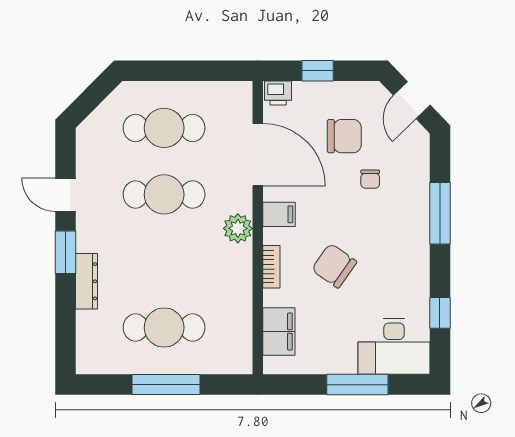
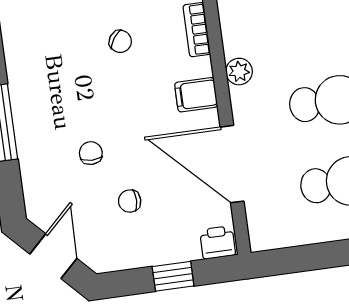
chair: (344, 136) -> (130, 201), width x0.54, depth x0.54
plant: (238, 228) -> (239, 72), width x0.73, depth x0.73
chair: (334, 266) -> (120, 41), width x0.54, depth x0.54

